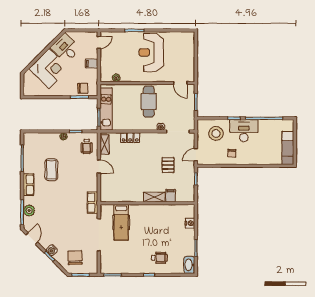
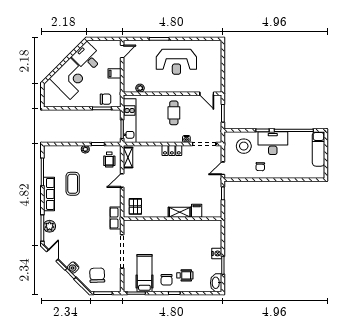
reception desk: (151, 52) -> (176, 62), turned -90
cafe table: (149, 102) -> (174, 113), width x0.73, depth x0.74
locker: (130, 138) -> (172, 150), moved
exam couch: (288, 148) -> (318, 149), moved
pallet: (168, 165) -> (135, 206), moved
door: (99, 166) -> (122, 180), swing flipped
row of seats: (29, 185) -> (49, 194), width x1.48
hospital bed: (121, 222) -> (144, 273), moved, turned 180
nightstand: (190, 223) -> (217, 253), moved
chair: (142, 262) -> (167, 280), added

